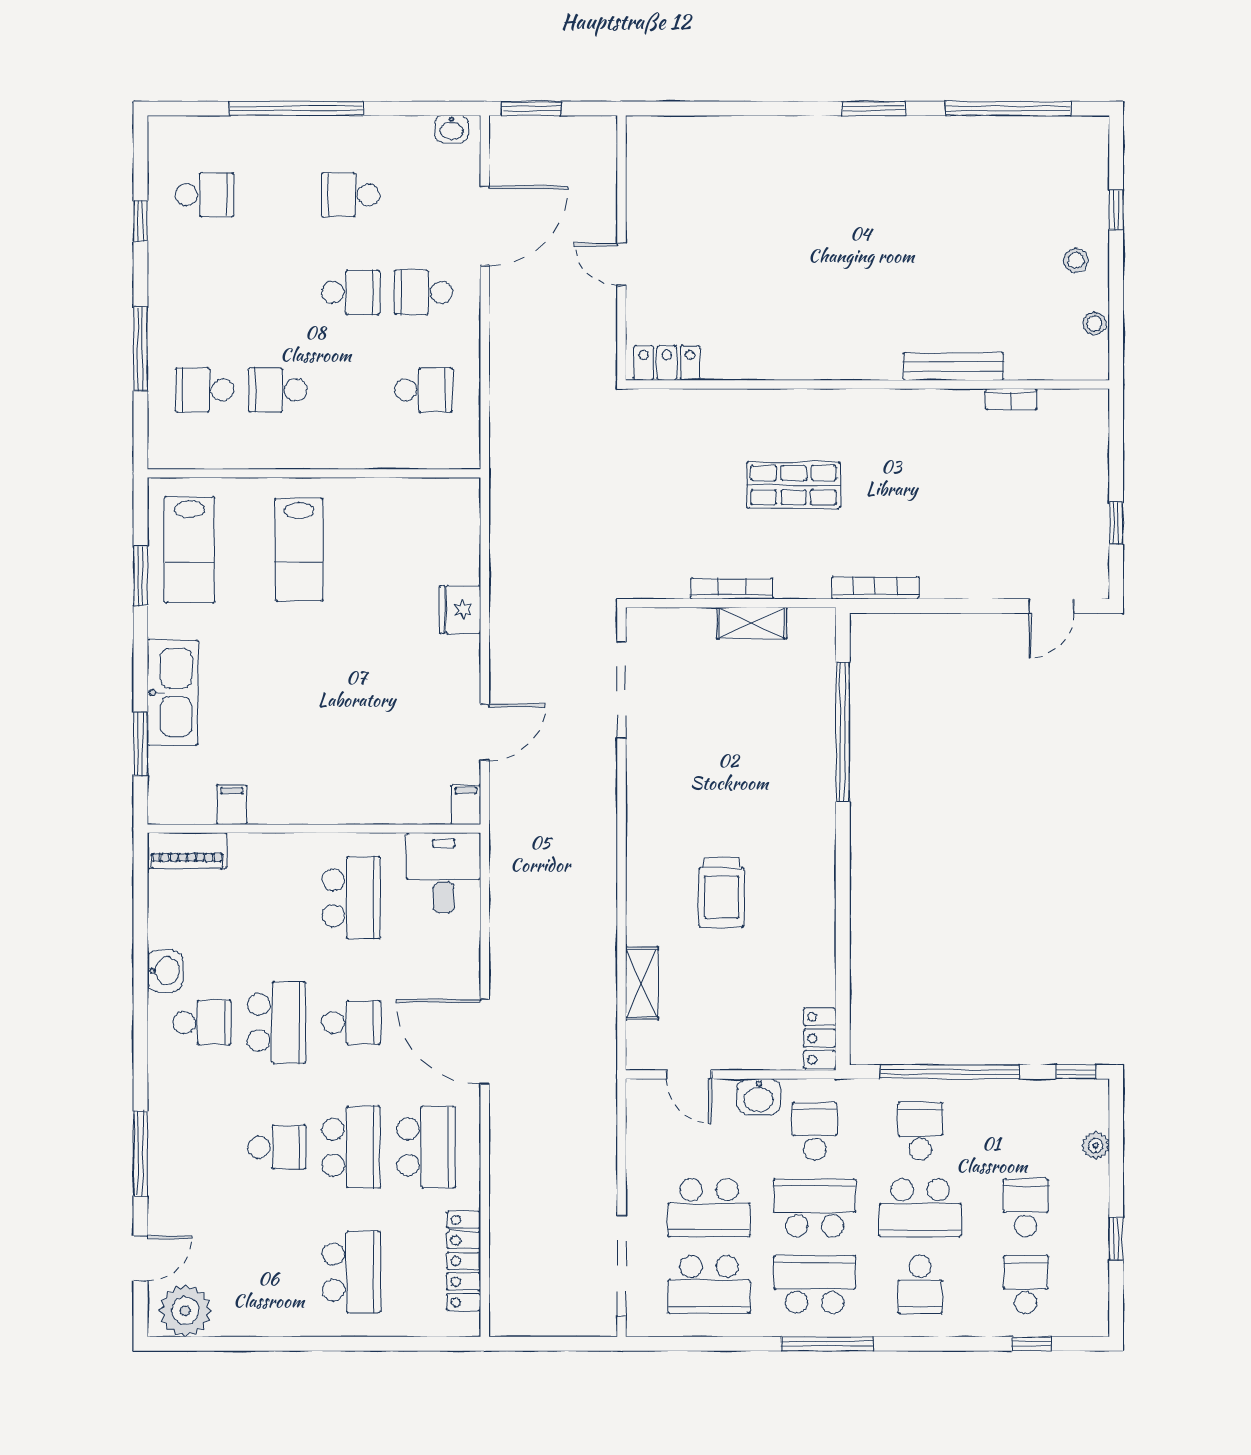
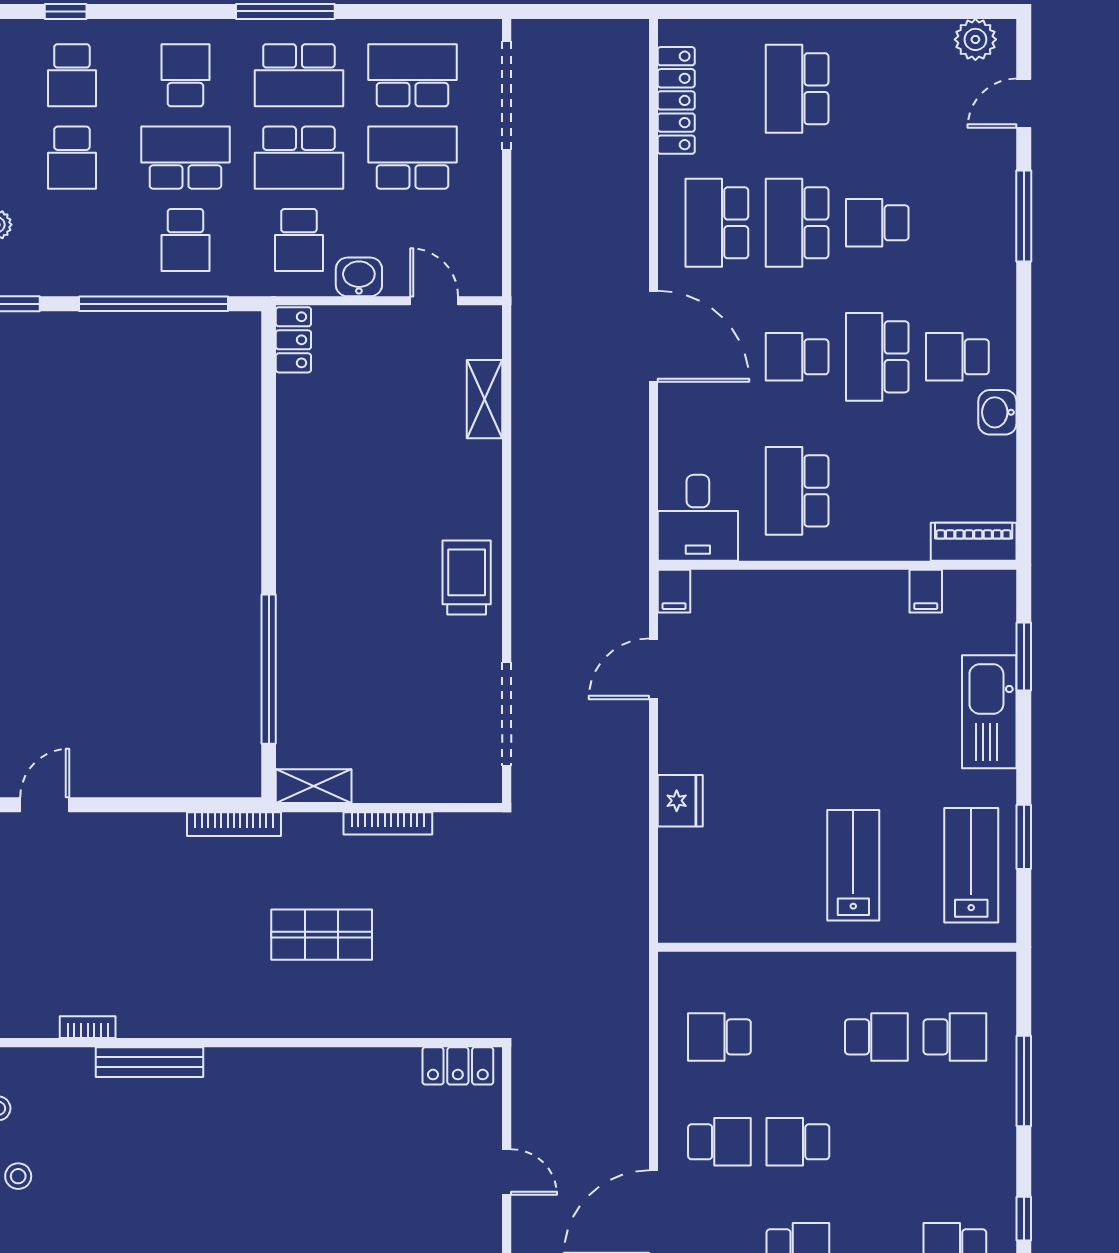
shelving: (752, 623) -> (314, 786), moved
trolley: (721, 892) -> (467, 578), moved
plant: (185, 1311) -> (975, 39), width x0.73, depth x0.73

